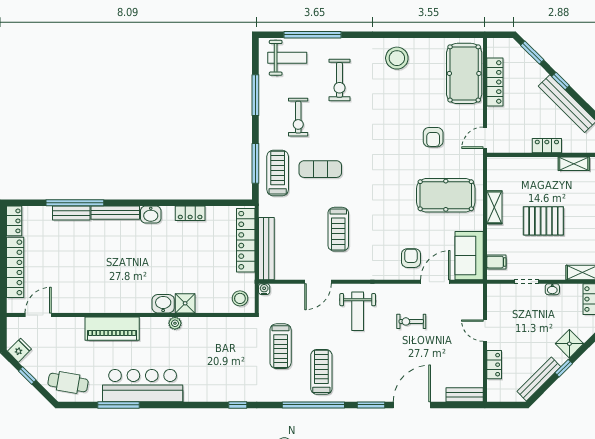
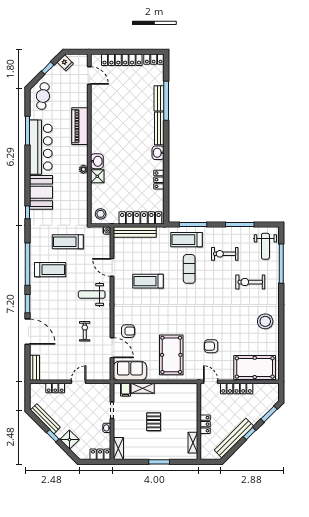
locker: (495, 82) -> (237, 388), moved
treadmill: (278, 173) -> (186, 240), turned 180
shelving: (494, 207) -> (143, 388), moved
pallet: (543, 221) -> (154, 422), width x0.67, depth x0.71
booth: (209, 385) -> (41, 192), added

